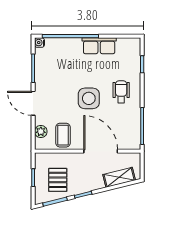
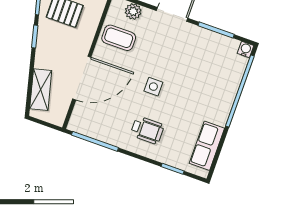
row of seats: (99, 46) -> (207, 146), moved
side table: (89, 98) -> (153, 87), width x0.54, depth x0.54

